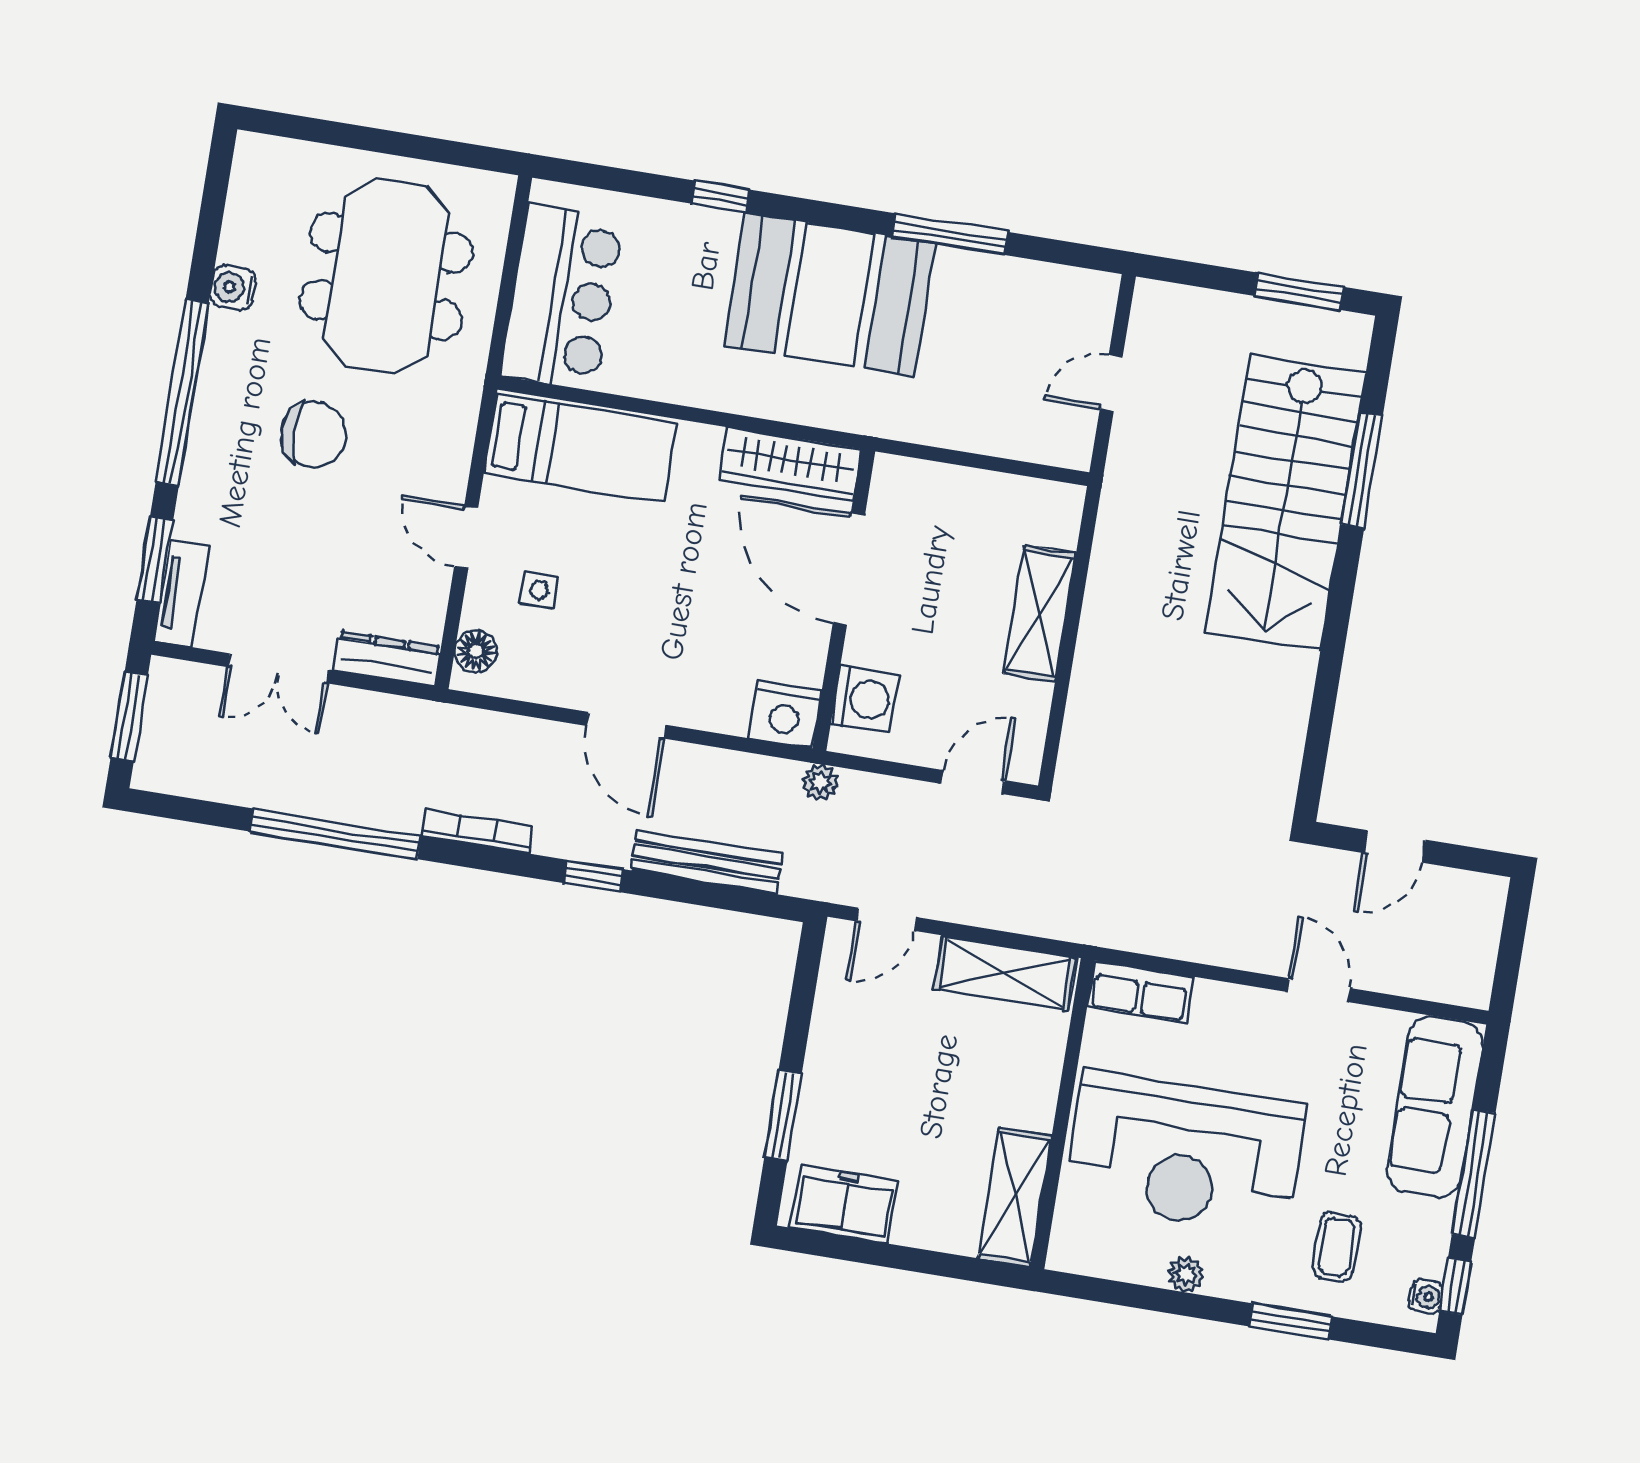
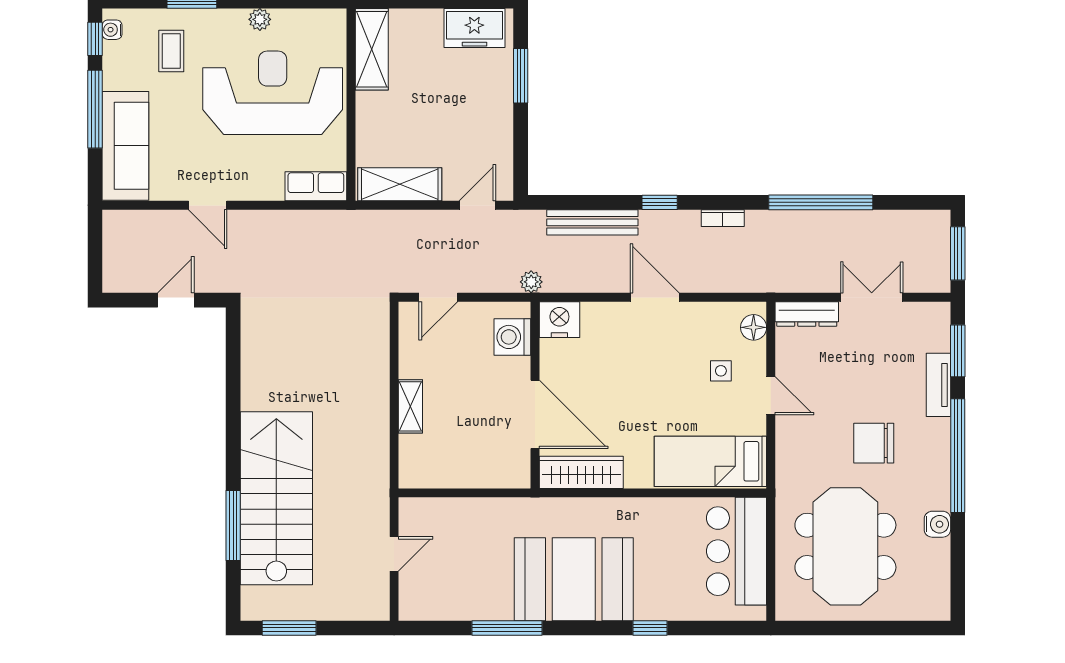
tv unit: (181, 593) -> (938, 385), moved
shelving: (1040, 614) -> (410, 406), width x0.67, depth x0.75
bookcase: (477, 831) -> (723, 218), width x0.64

